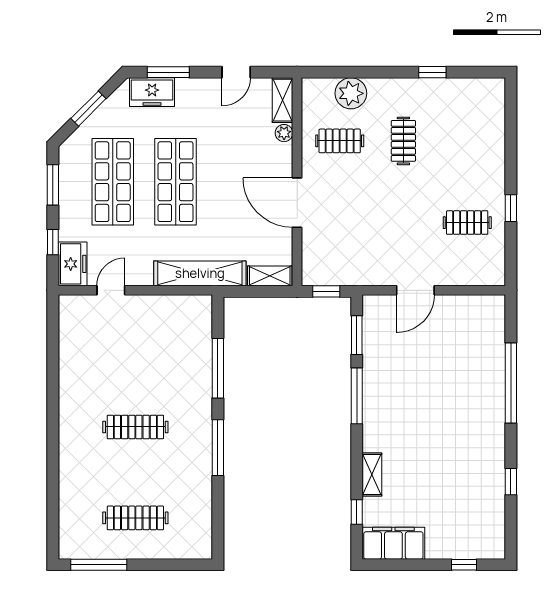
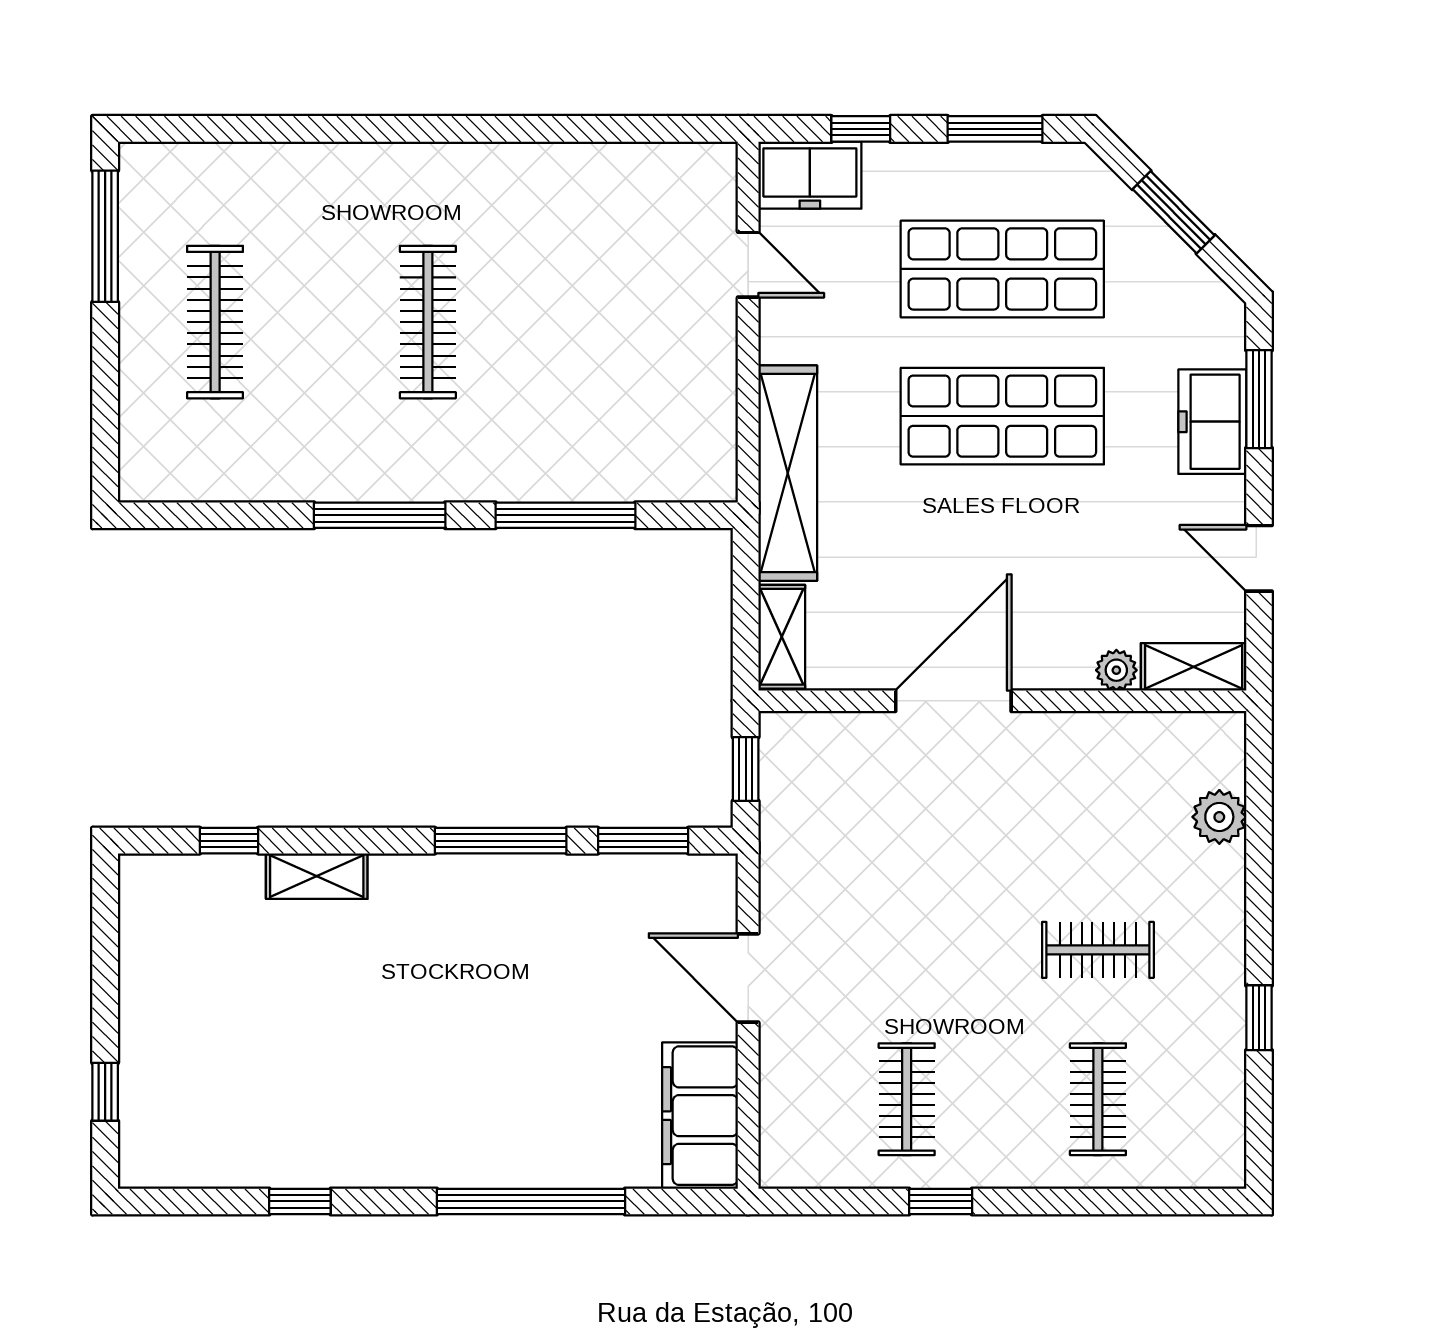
freezer: (152, 92) -> (1212, 422), moved
plant: (351, 93) -> (1219, 817), width x0.73, depth x0.73
clothes rail: (340, 141) -> (1098, 1099), moved
filing cabinet: (393, 543) -> (700, 1116), moved, turned 180

